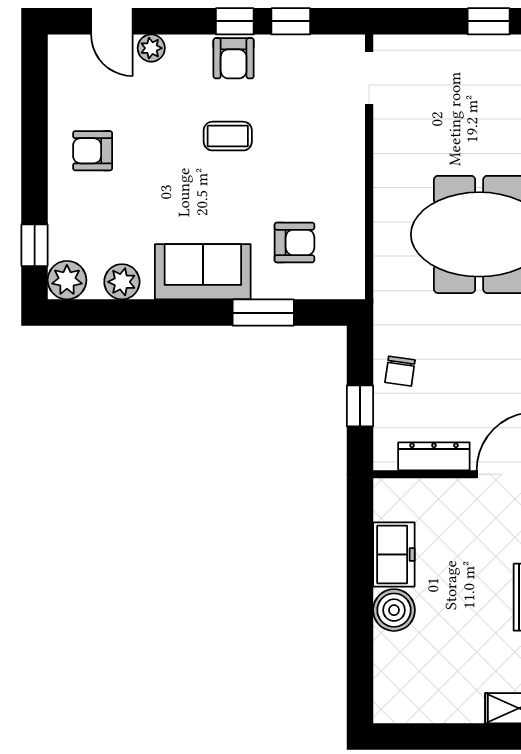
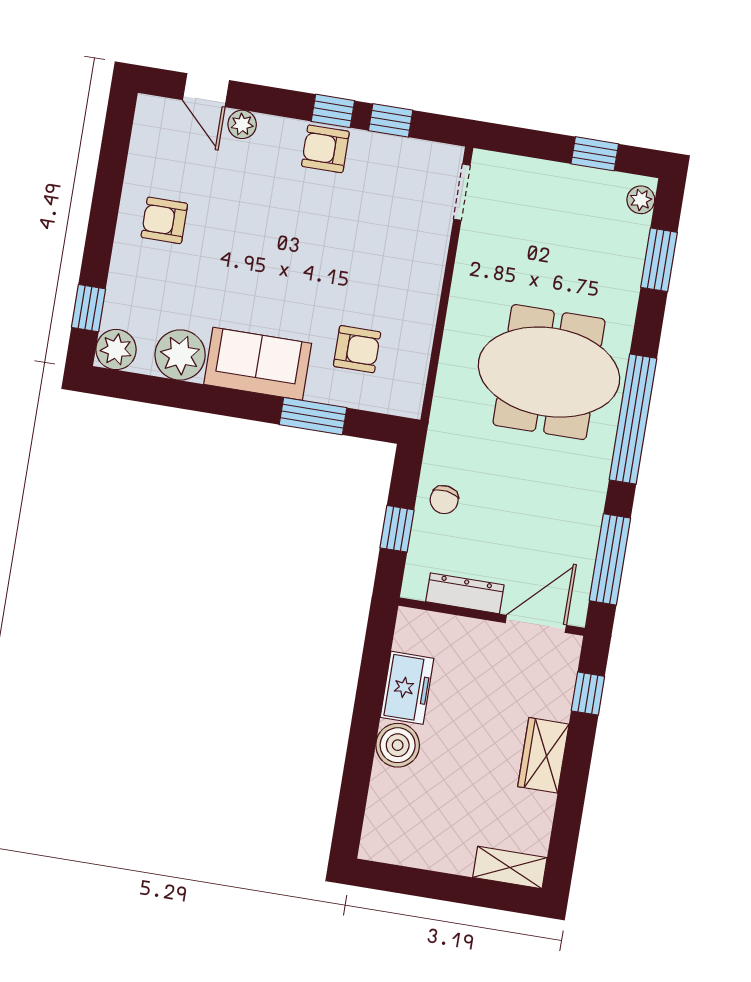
armchair: (234, 58) -> (325, 149), turned 90
coffee table: (228, 136) -> (306, 228), removed
plant: (122, 282) -> (180, 355), width x1.36, depth x1.36

